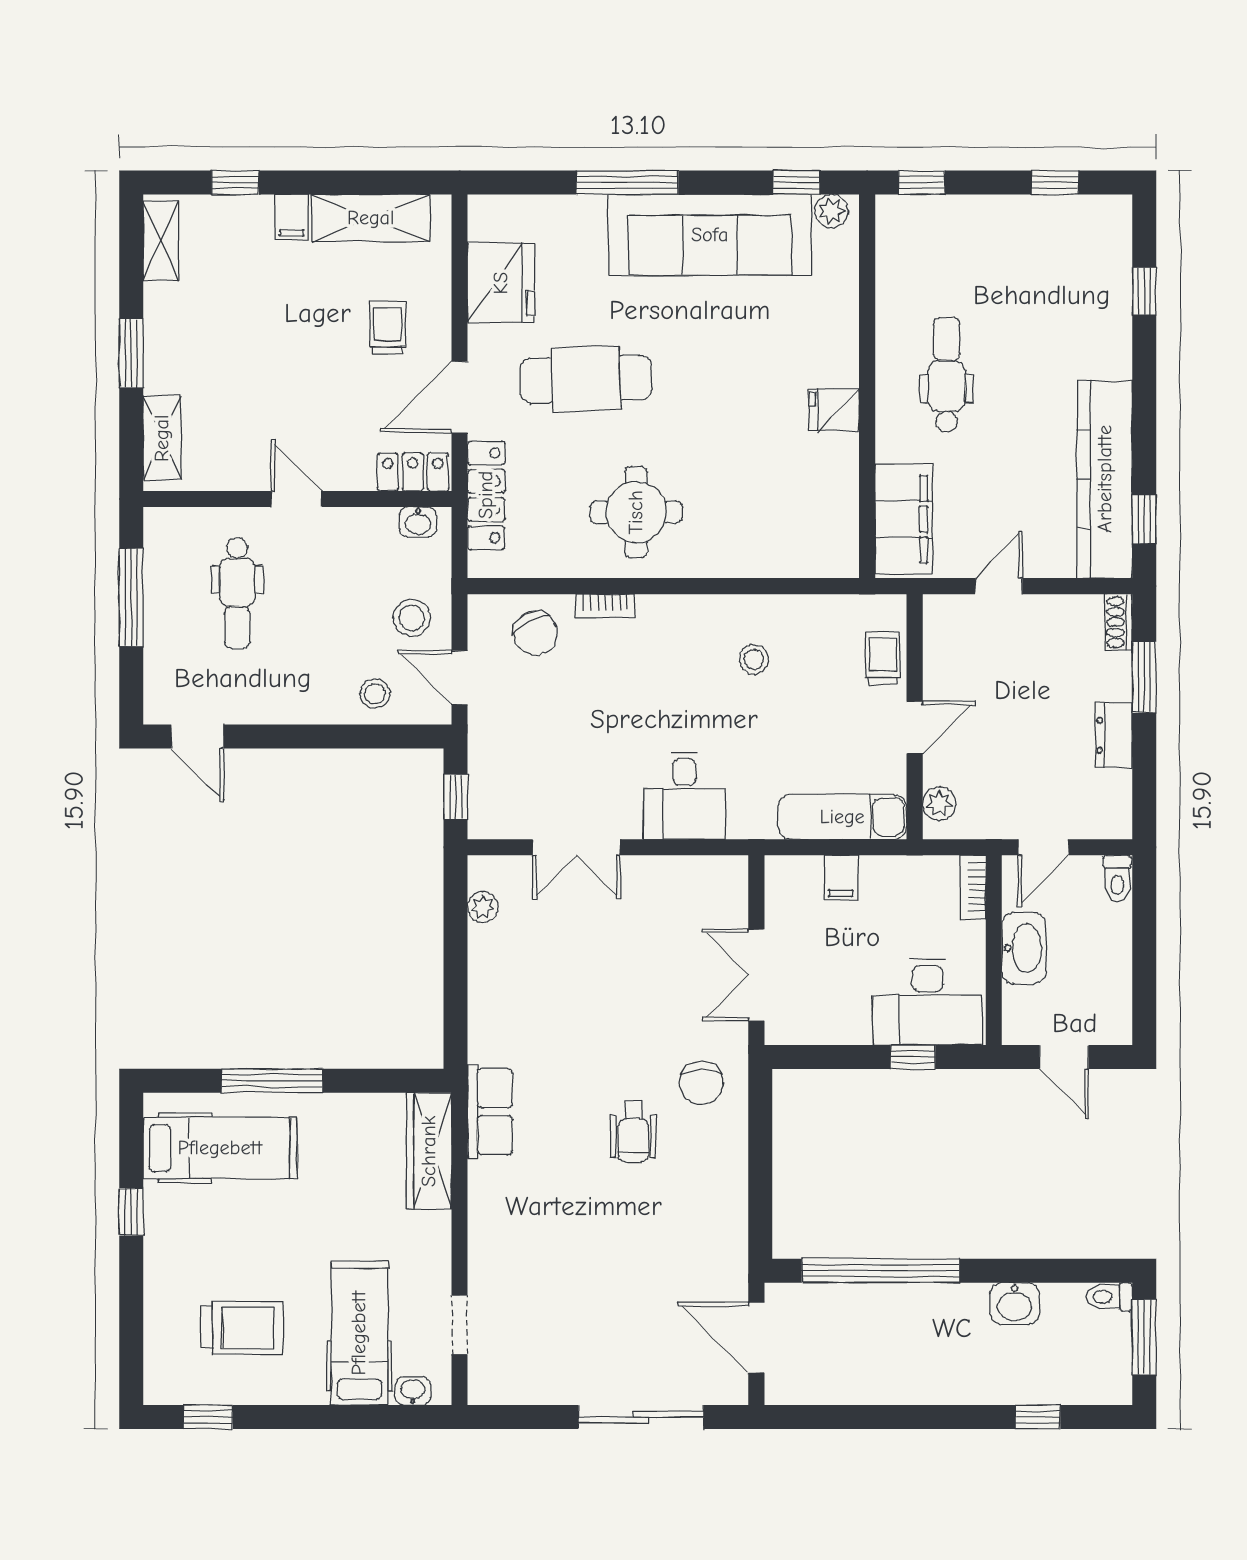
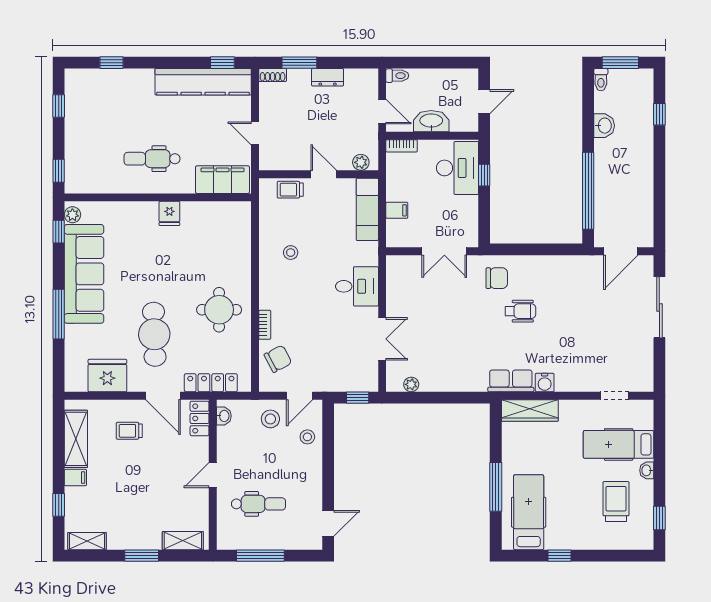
water cooler: (487, 1181) -> (545, 383), added
washbasin: (413, 1391) -> (647, 470), moved

